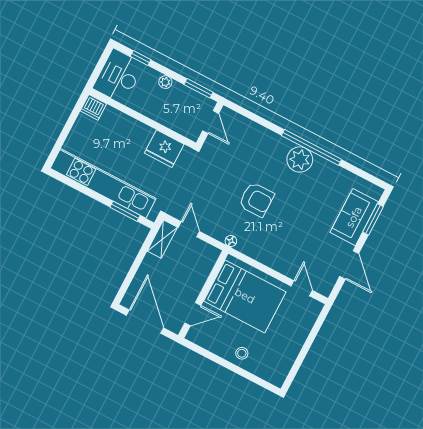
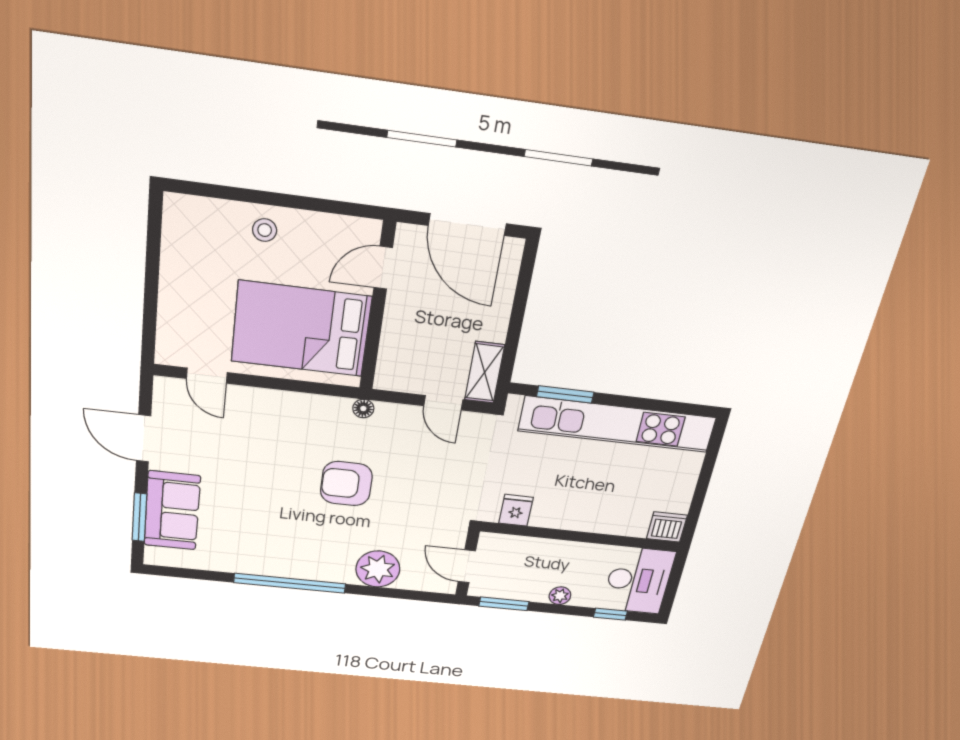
fridge: (164, 149) -> (516, 510), width x0.53, depth x0.75
plant: (300, 159) -> (378, 569), moved

